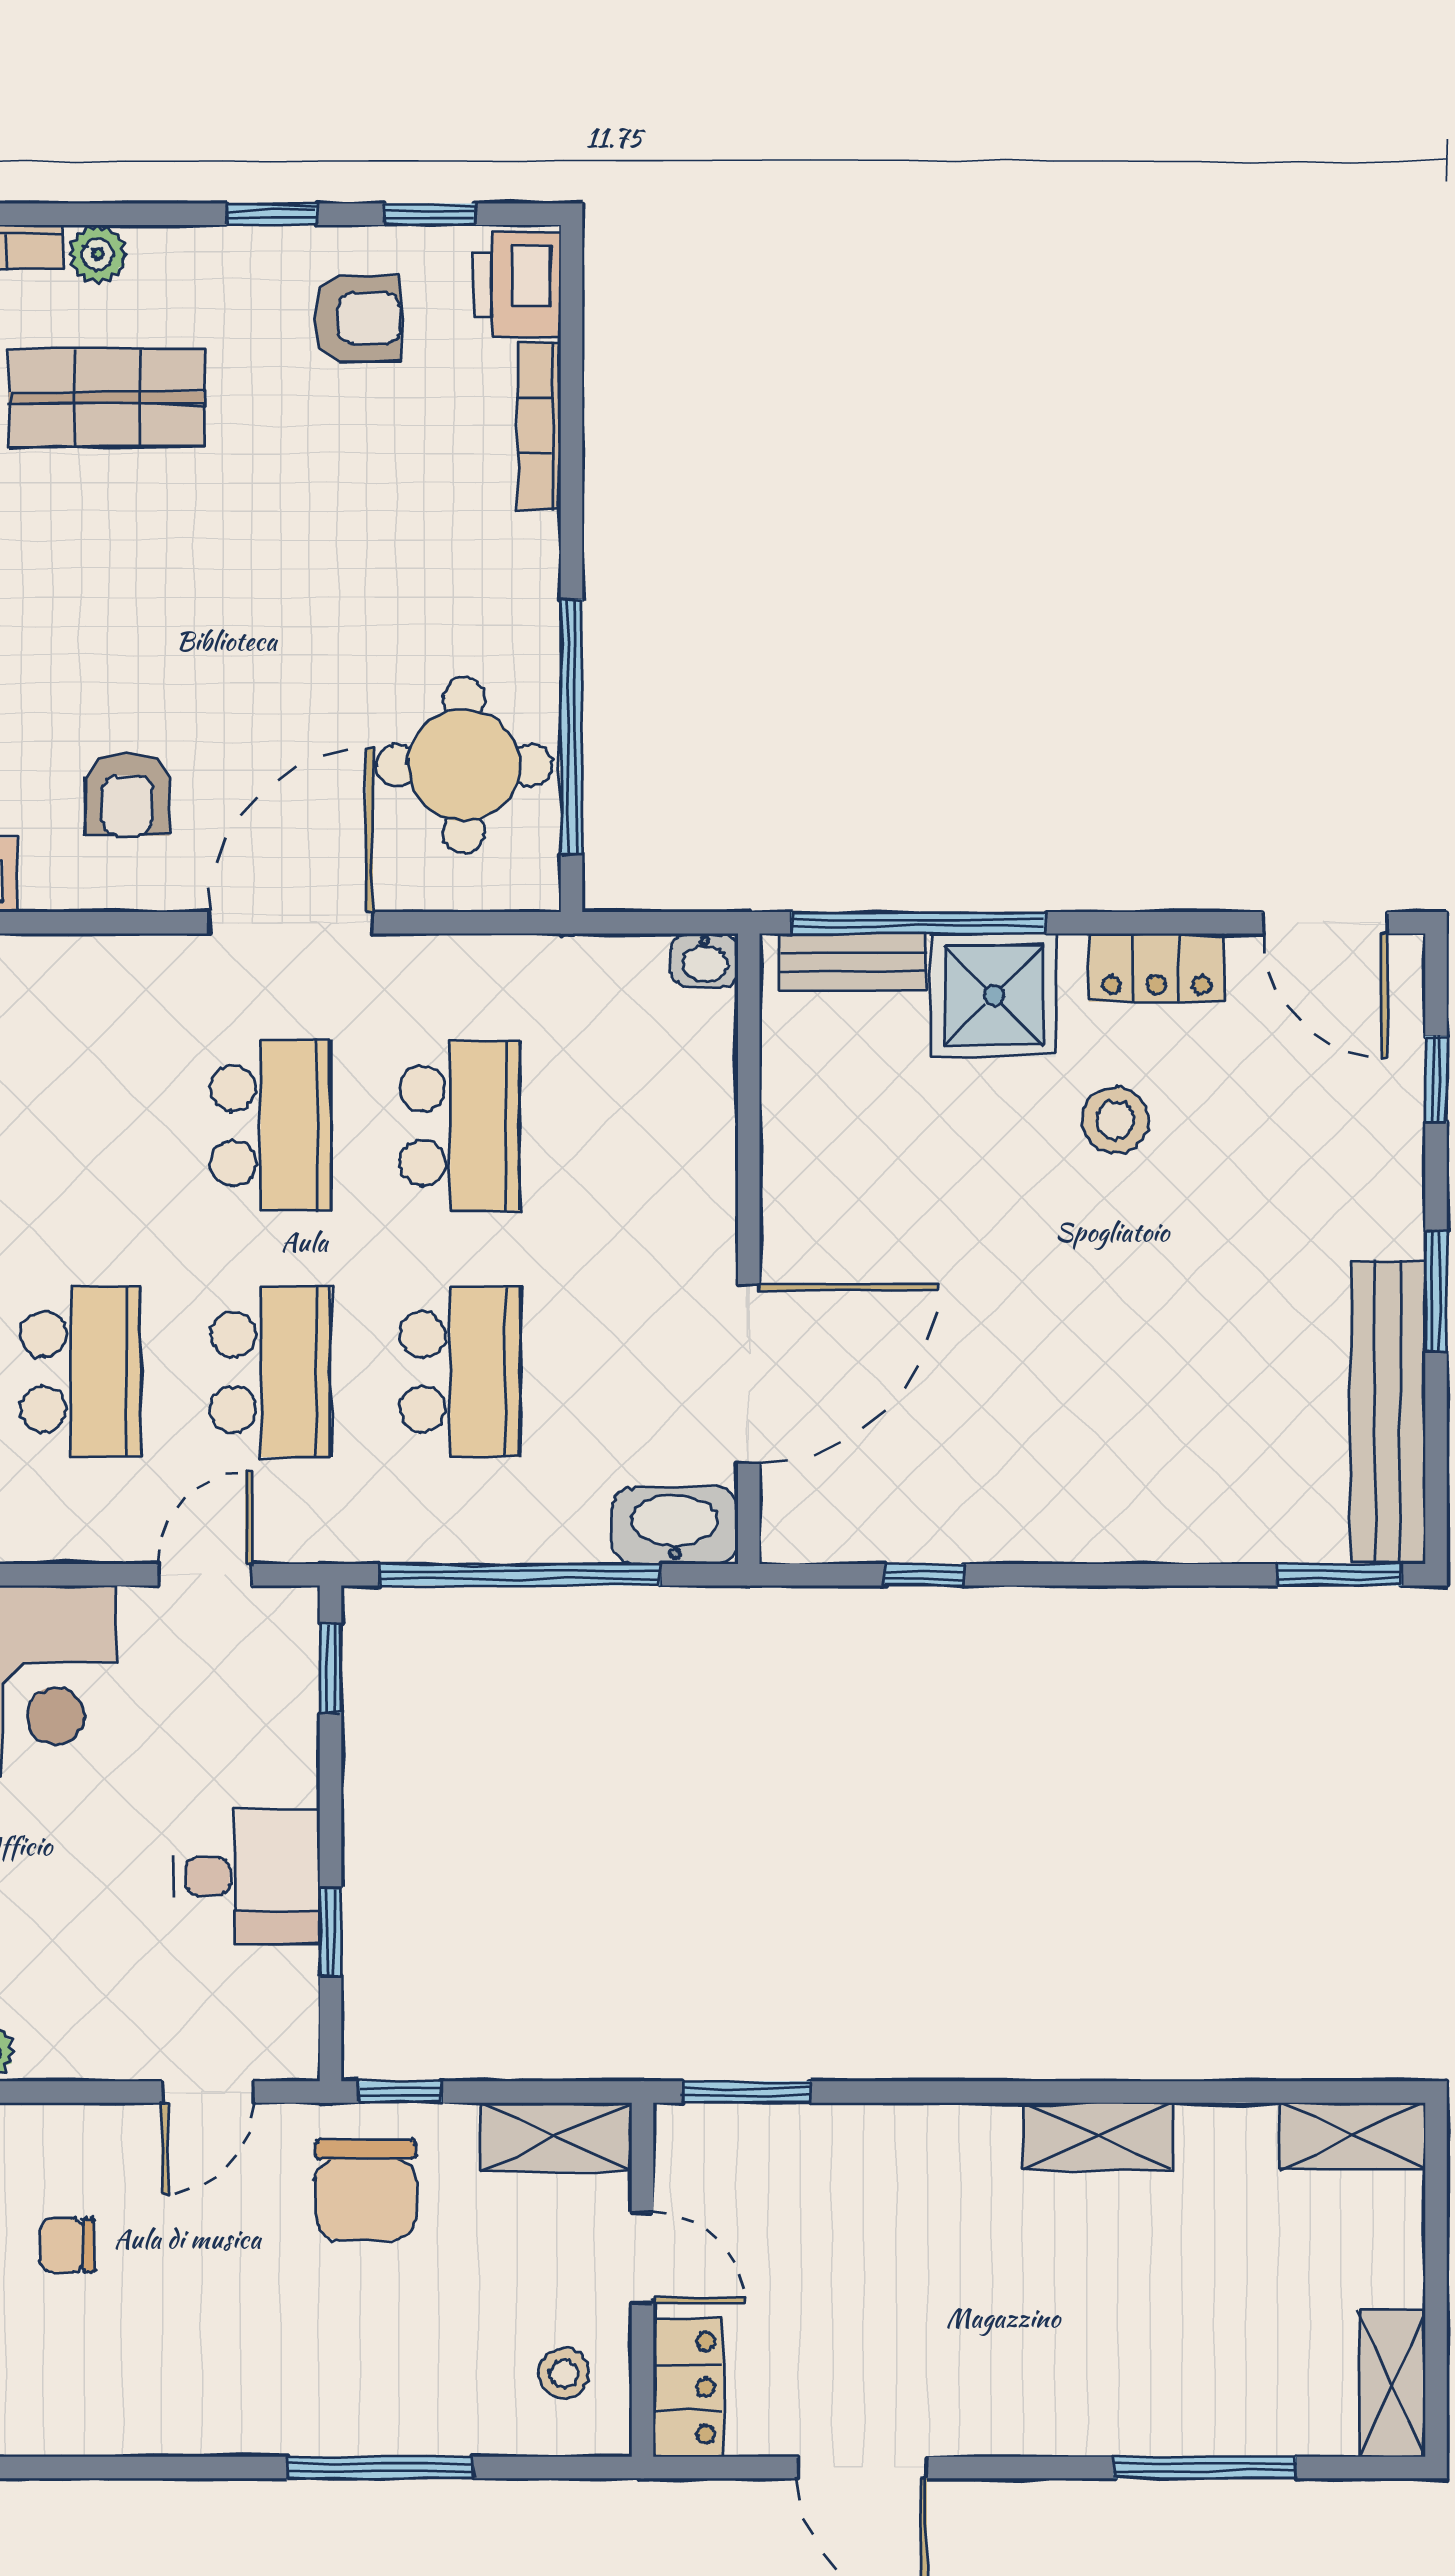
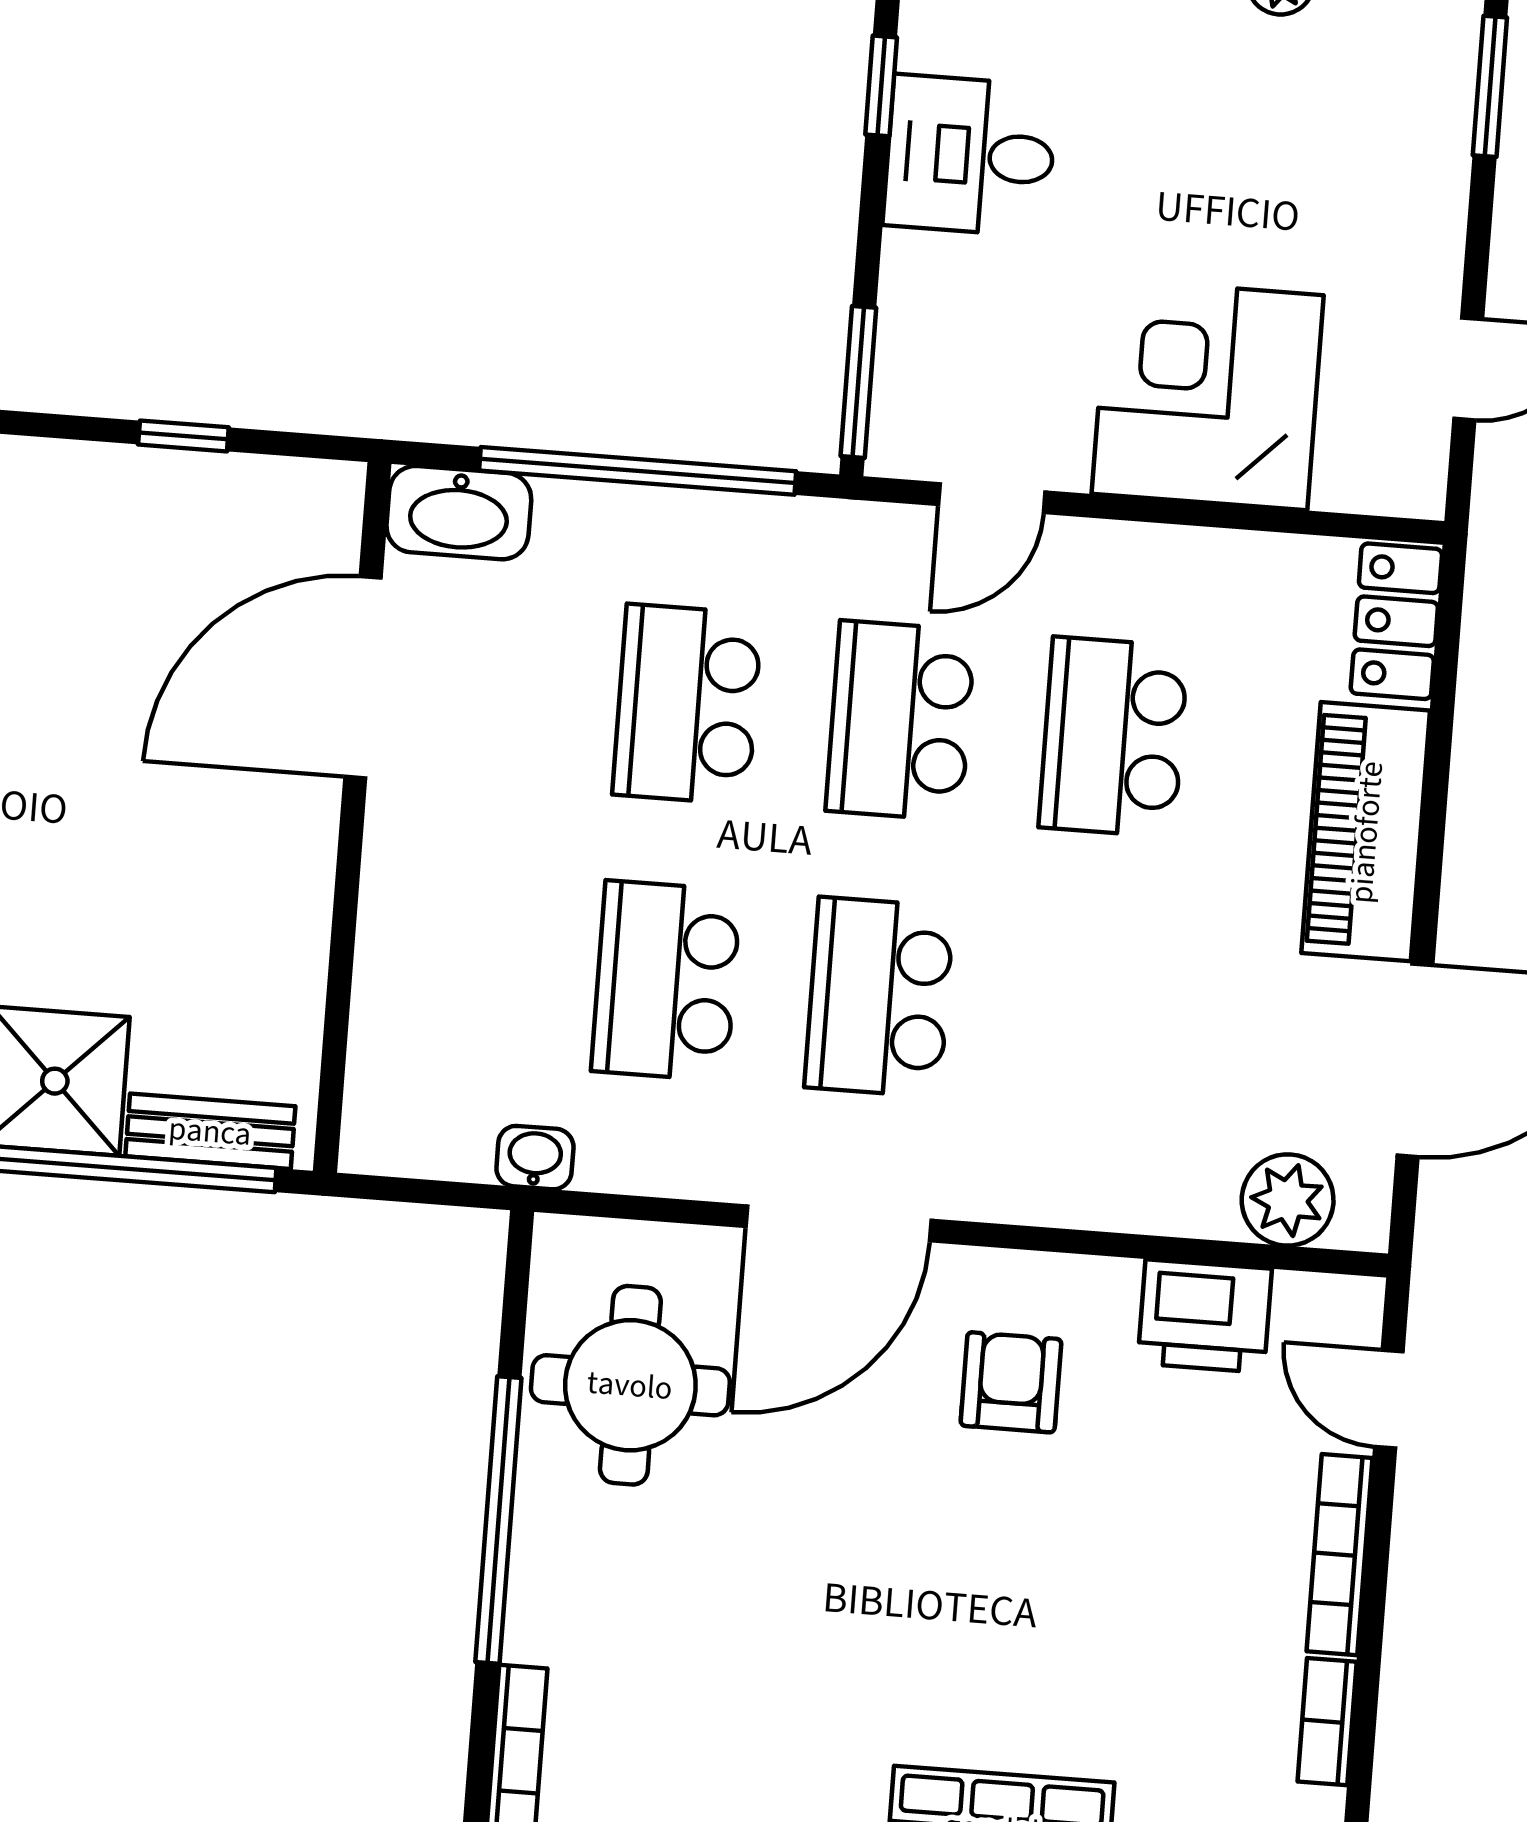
window: (572, 727) -> (498, 1520), moved
washbasin: (705, 960) -> (535, 1158), moved
window: (331, 1668) -> (858, 382), width x1.50

